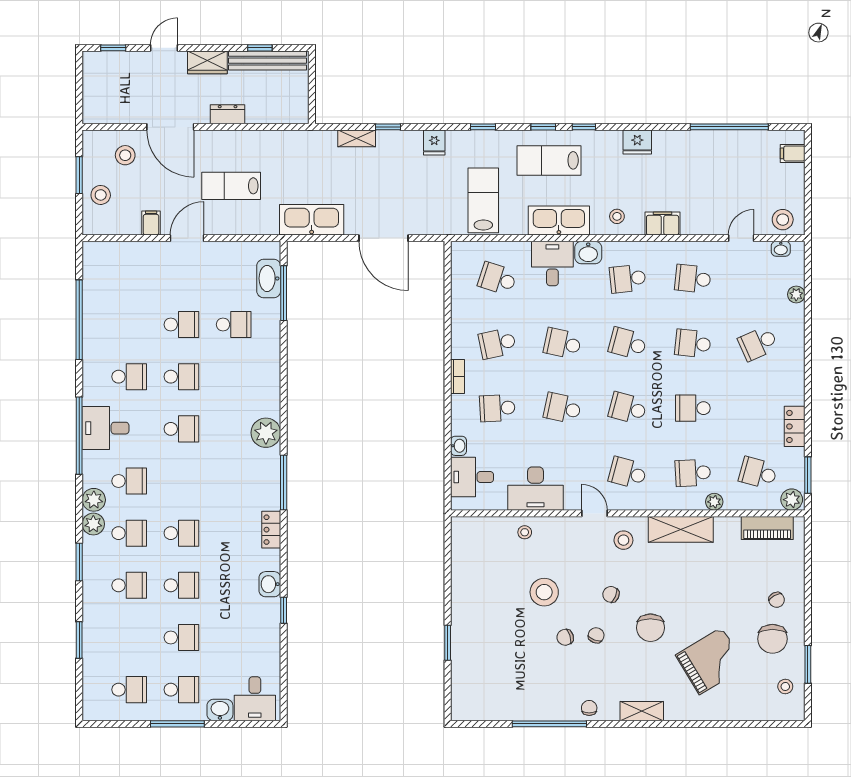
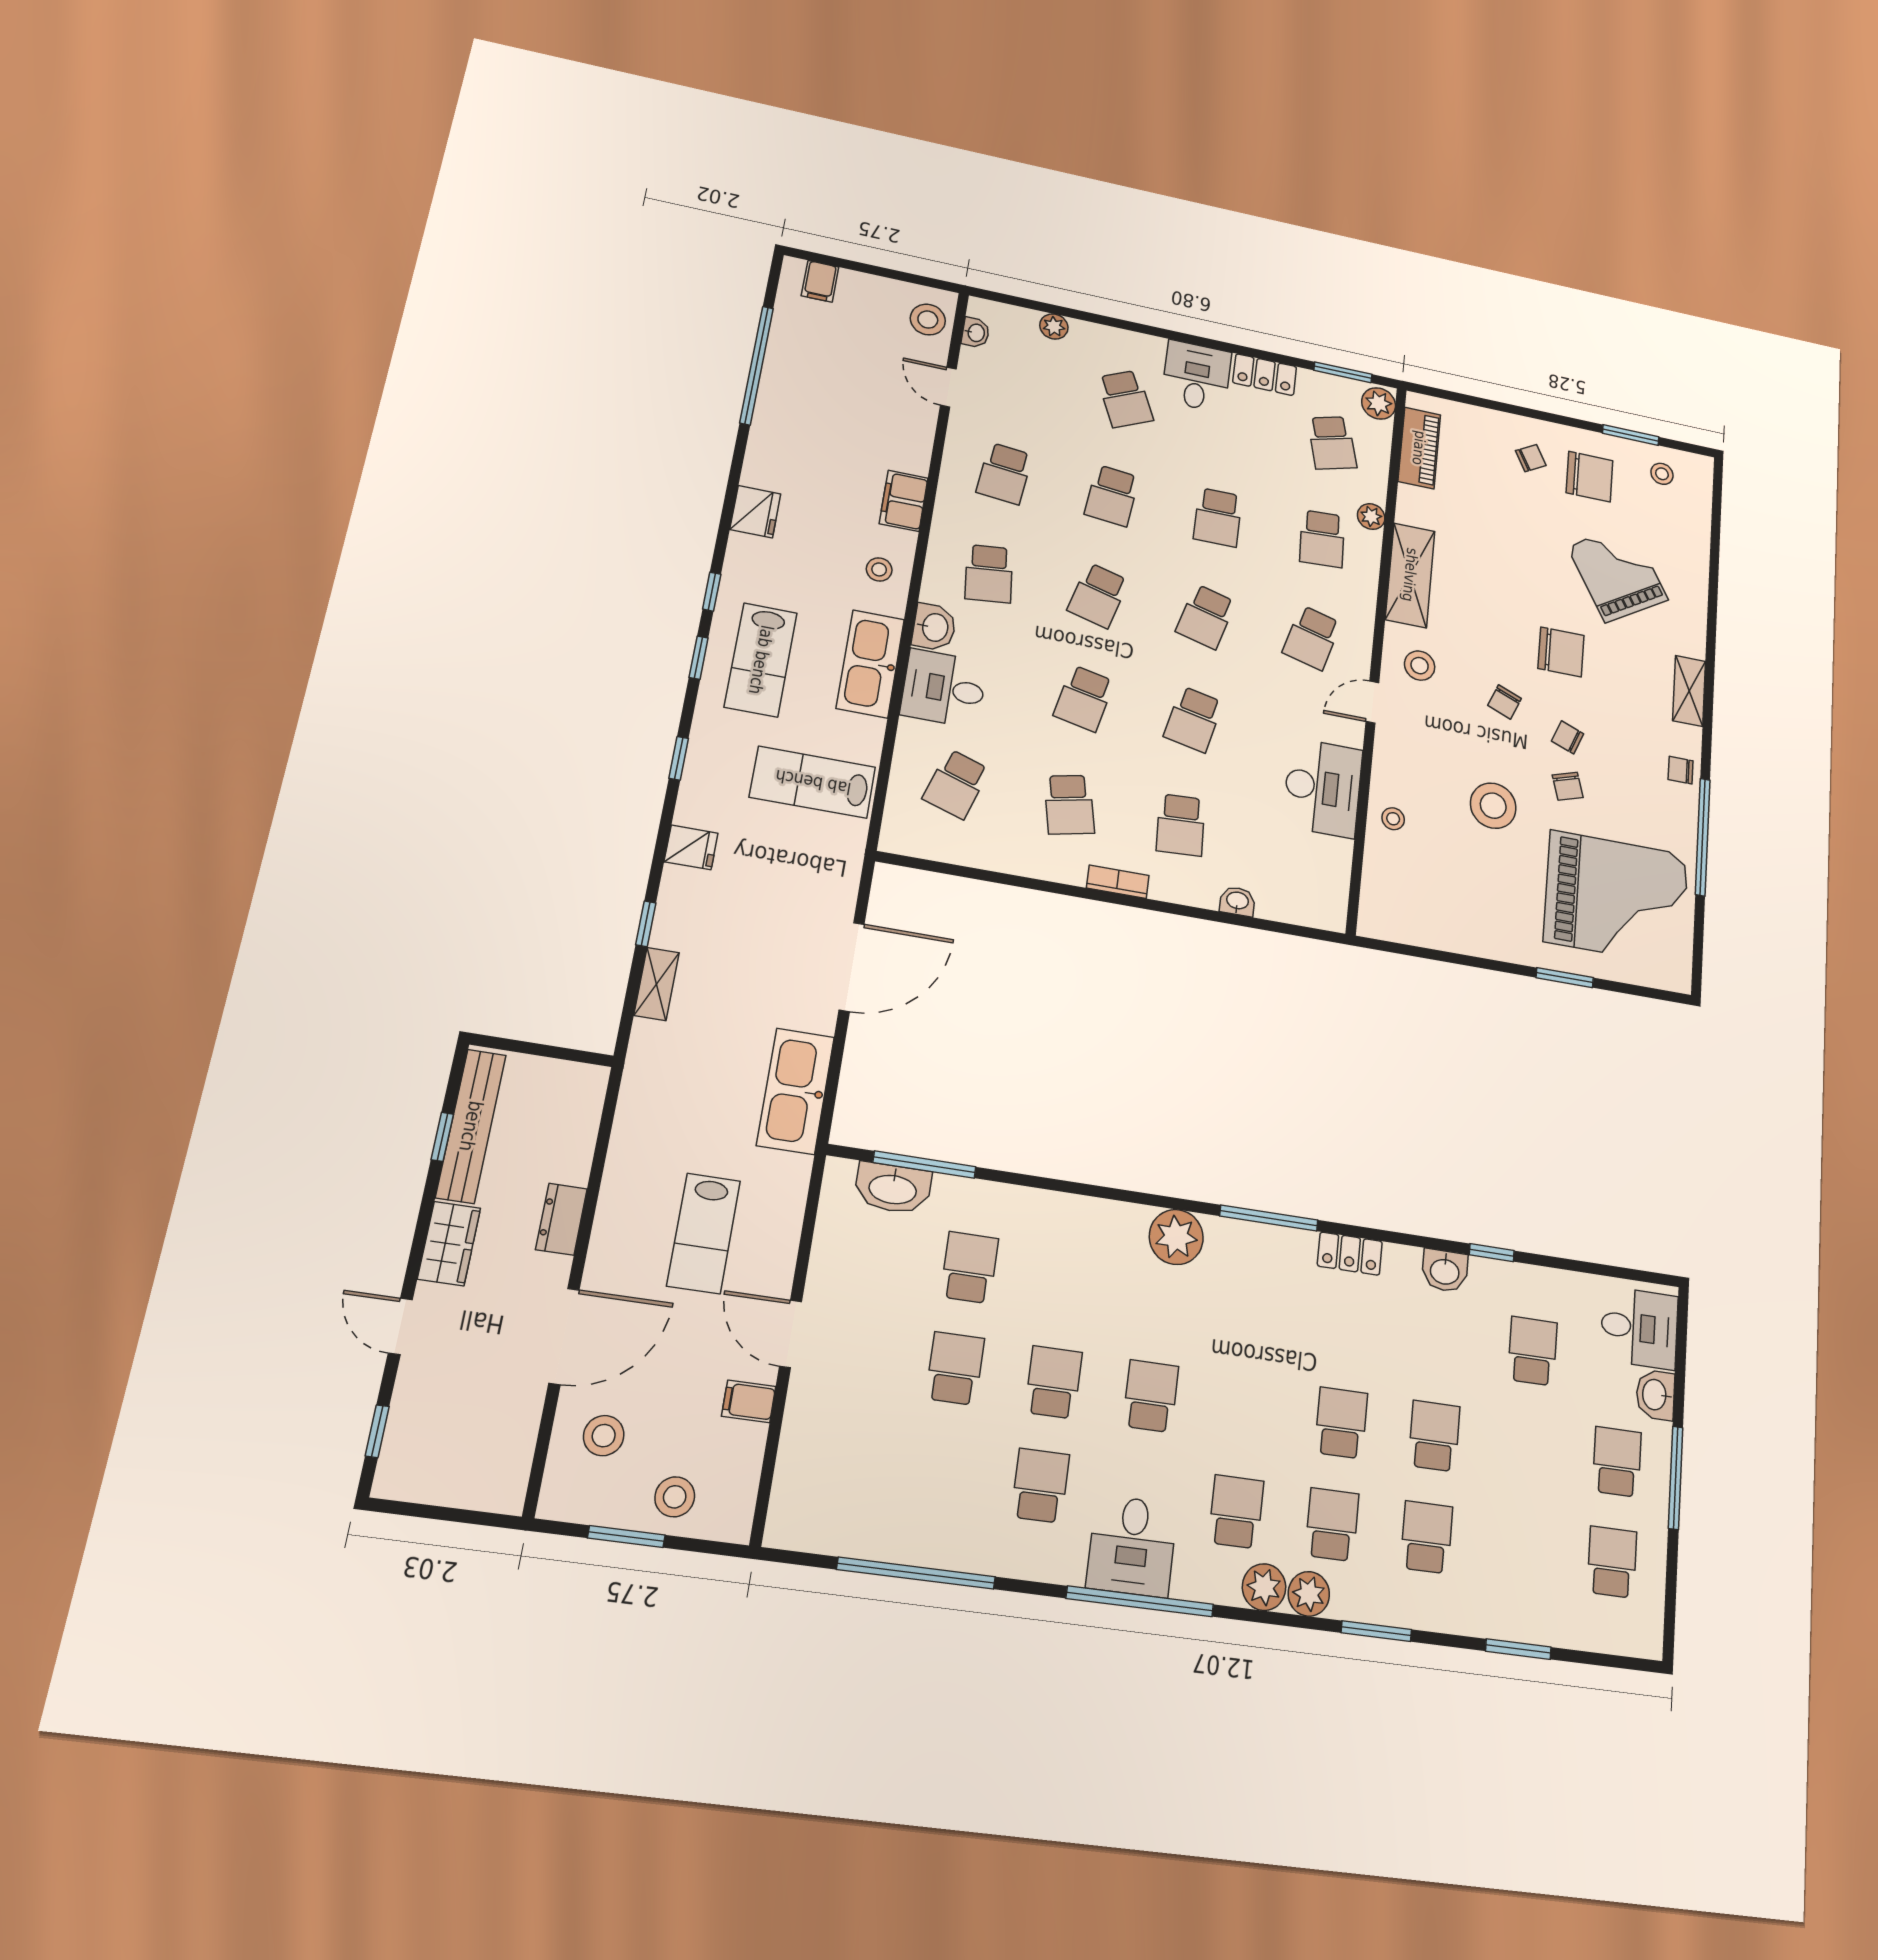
school desk: (758, 473) -> (1332, 443), turned -30
desk: (472, 477) -> (1196, 376), moved, turned 180
school desk: (181, 637) -> (1532, 1351), moved
grand piano: (501, 672) -> (1616, 898), added

